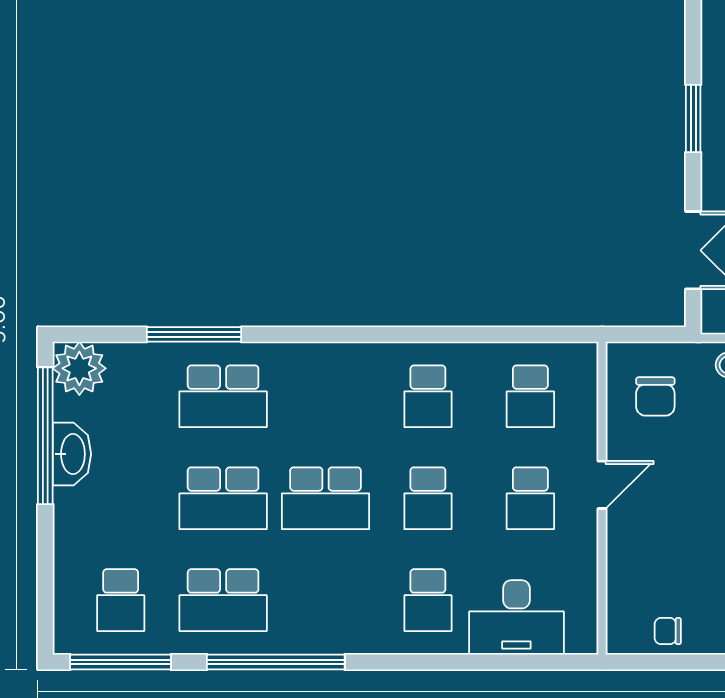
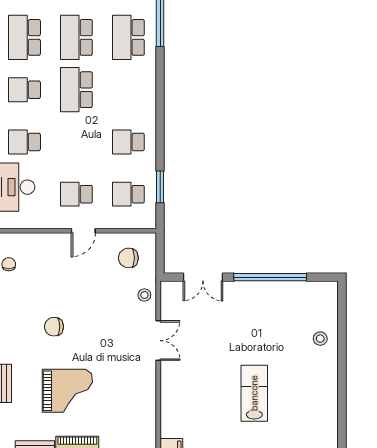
window: (693, 119) -> (270, 277), width x2.11
window: (516, 334) -> (160, 187), added
door: (602, 485) -> (83, 231), hinge flipped
school desk: (428, 498) -> (24, 90), moved

